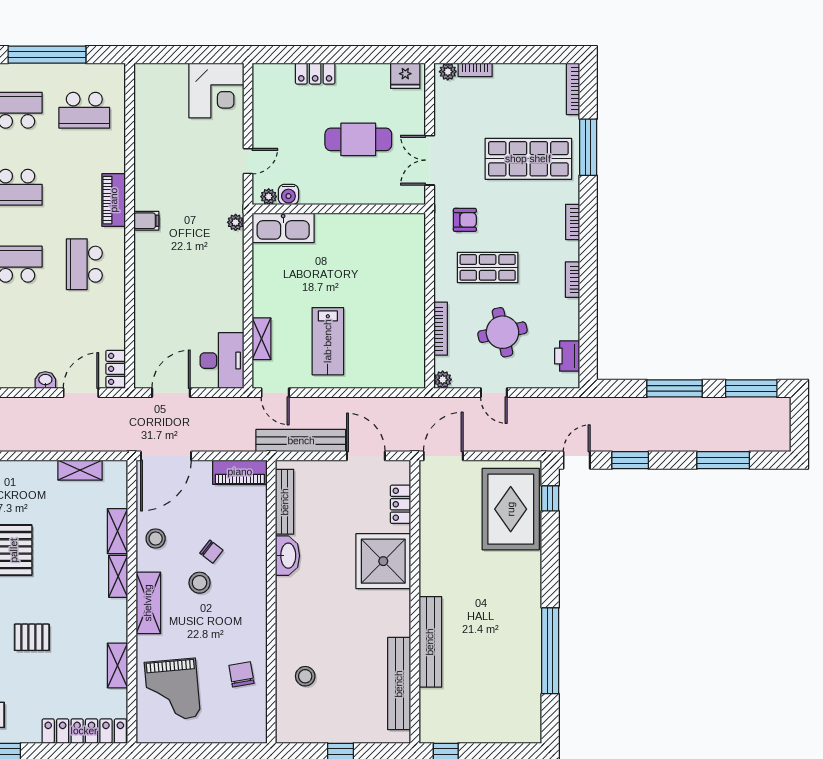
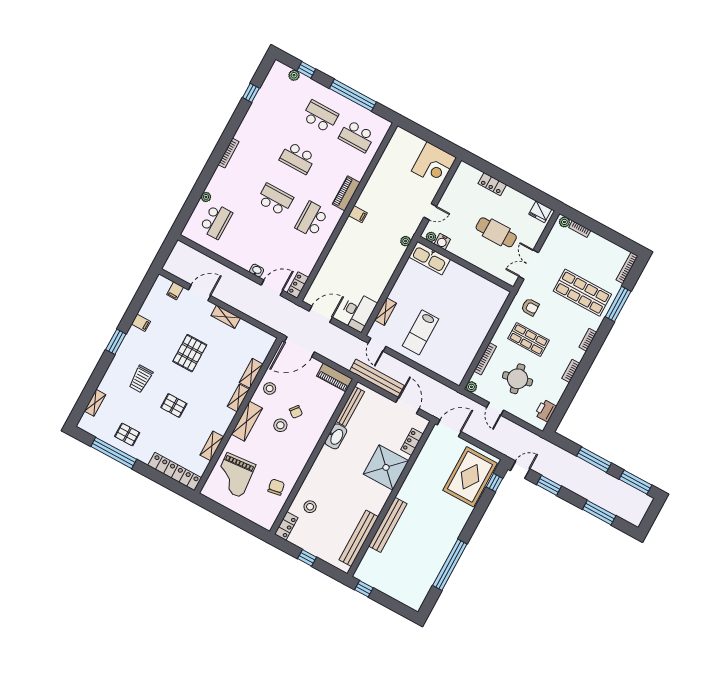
shelving: (80, 470) -> (226, 317), moved
locker: (286, 722) -> (286, 526), added

